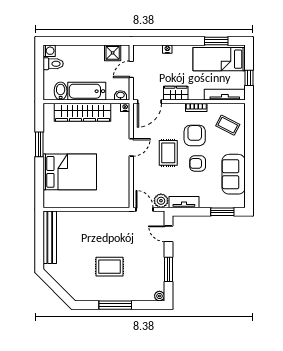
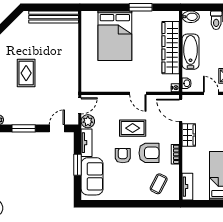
window: (249, 78) -> (203, 204), removed
bidet: (61, 91) -> (191, 17), moved
tv unit: (225, 95) -> (187, 187), width x0.71
sofa: (234, 174) -> (92, 176), moved, turned 90
window: (222, 212) -> (78, 165), moved

